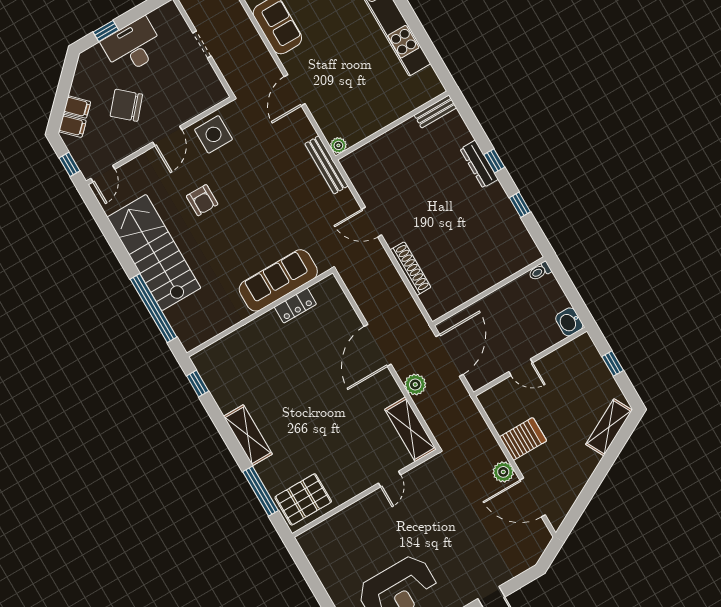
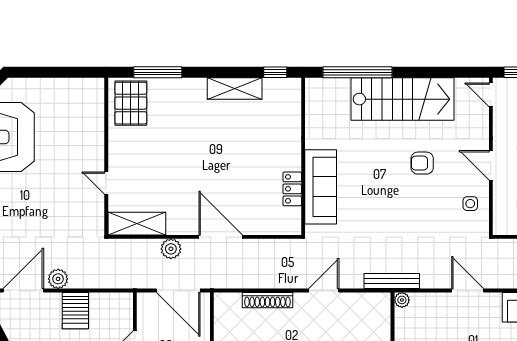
side table: (214, 134) -> (470, 204), width x0.54, depth x0.54
shelving: (248, 435) -> (235, 89), moved

